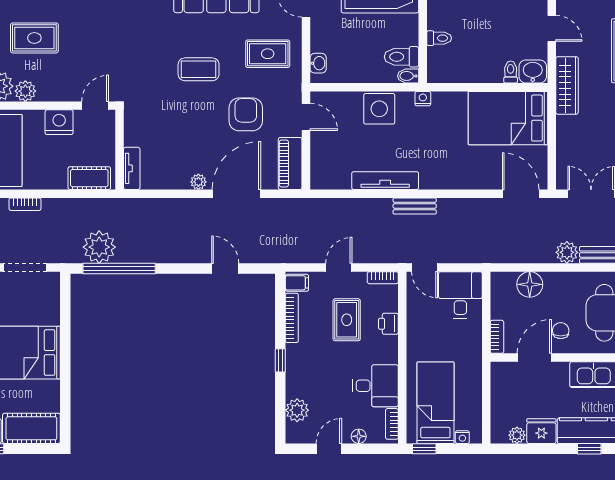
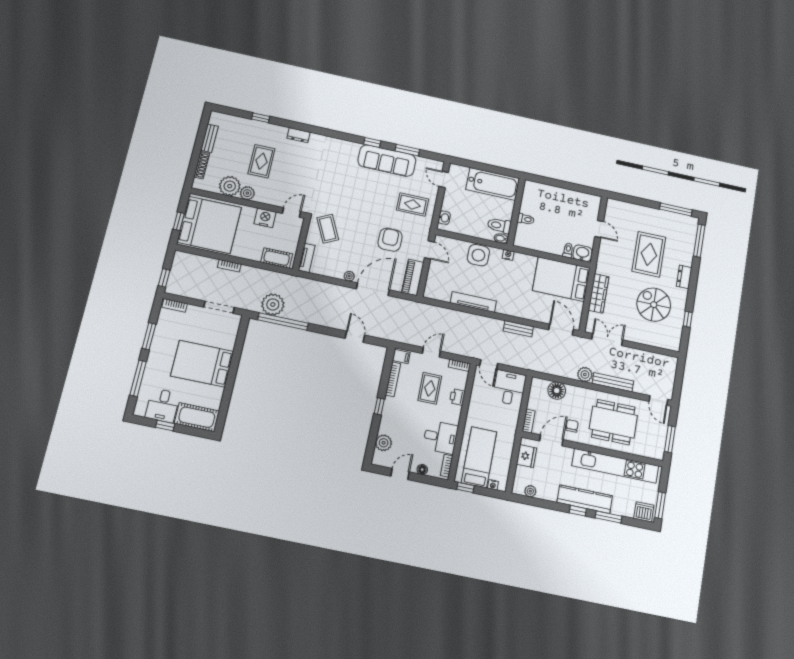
rug: (34, 38) -> (261, 161), turned 90
coffee table: (199, 69) -> (328, 229), moved, turned 64
wardrobe: (567, 85) -> (599, 293), moved
bench: (415, 206) -> (518, 329), moved
fridge: (541, 431) -> (527, 456), moved, turned 90

